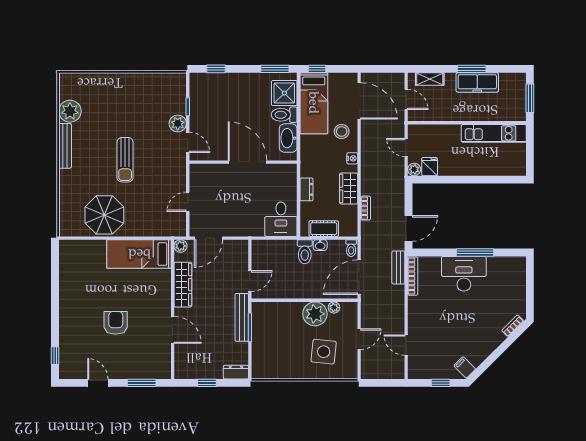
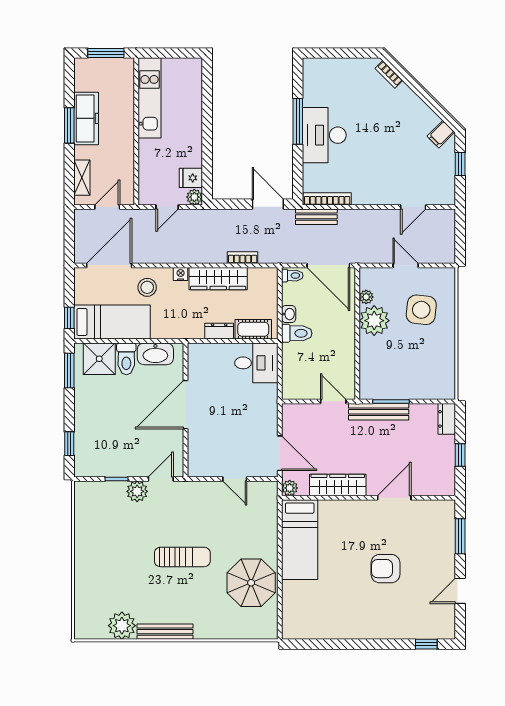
wardrobe: (349, 189) -> (218, 279), width x1.50
cot: (324, 229) -> (253, 329), moved, turned 90

